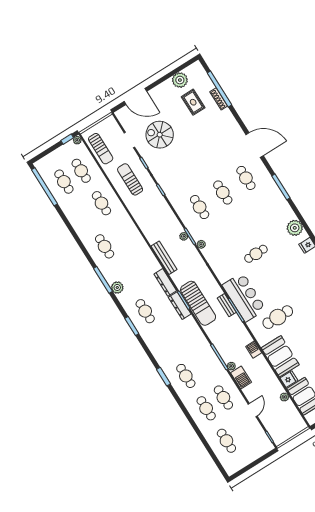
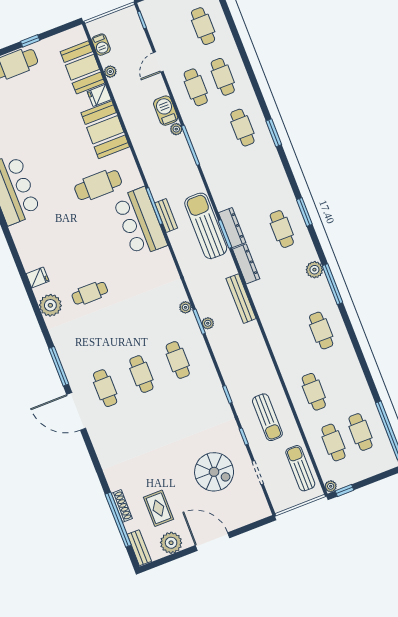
bench: (201, 72) -> (139, 548), added
door: (135, 96) -> (213, 542), moved
door: (255, 145) -> (76, 411), moved
cafe table: (256, 254) -> (90, 293), moved
barbecue: (254, 350) -> (101, 45), moved

